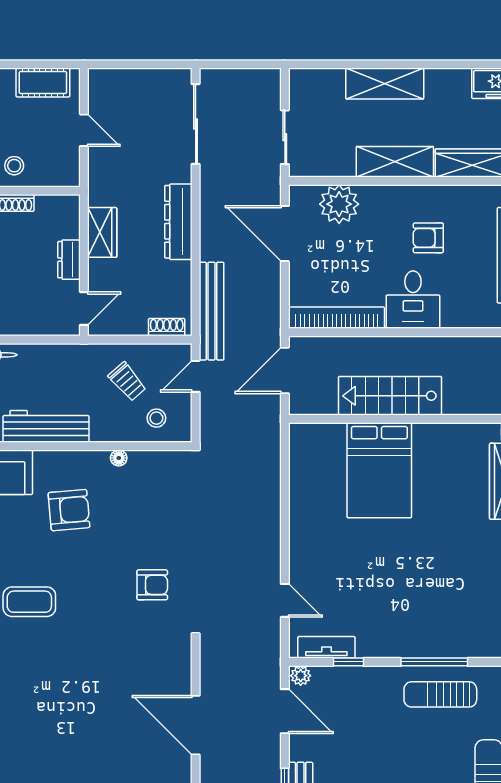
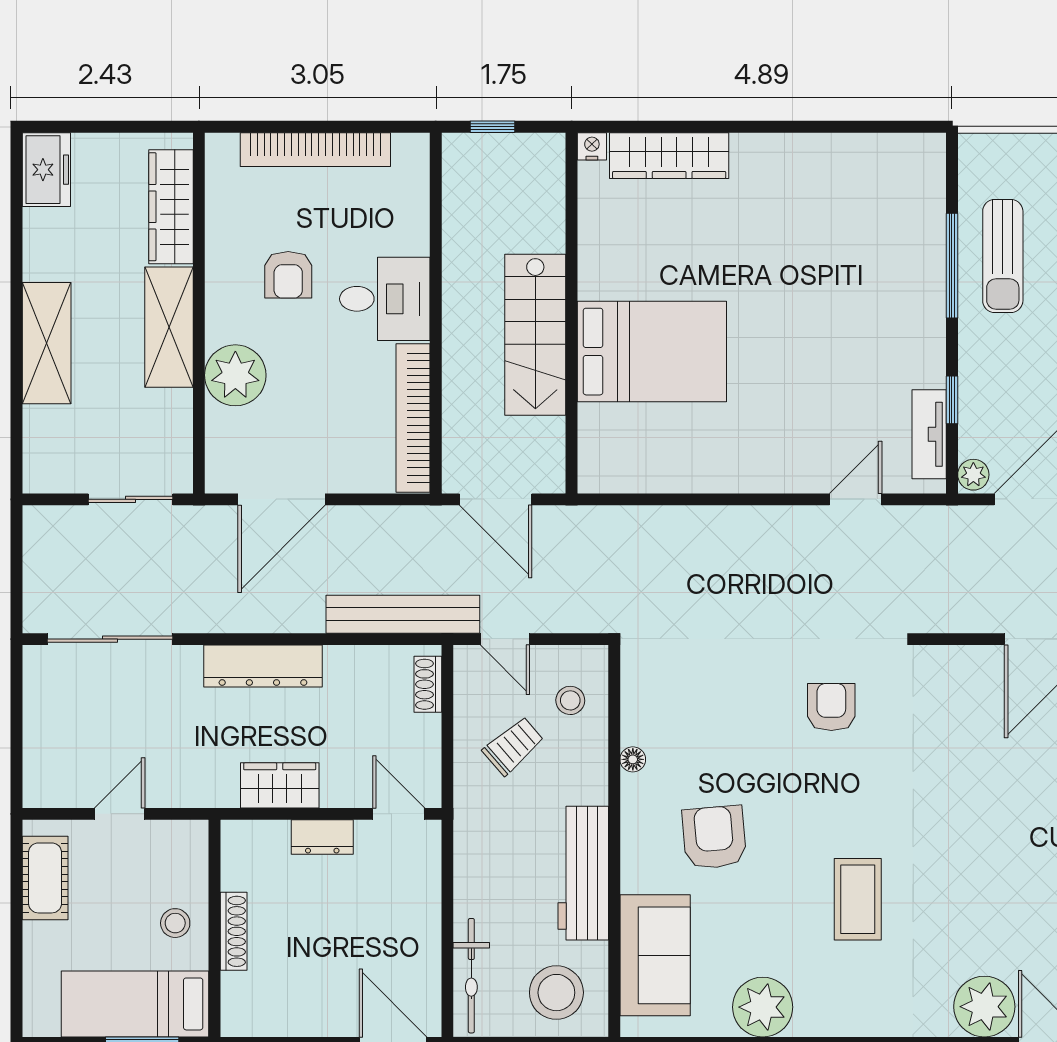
plant: (339, 204) -> (235, 375), moved

